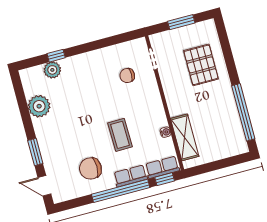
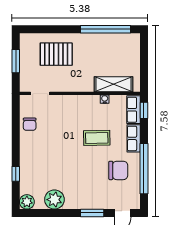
plant: (52, 70) -> (27, 202), moved
chair: (127, 75) -> (30, 124), moved
chair: (90, 168) -> (118, 170), turned -90
window: (121, 191) -> (144, 169), moved

